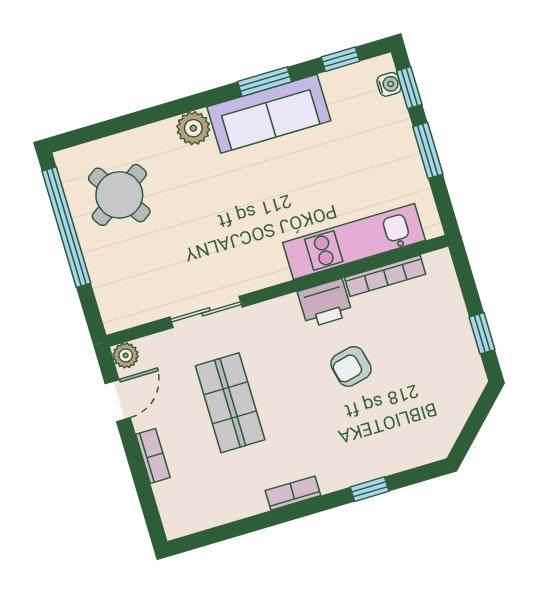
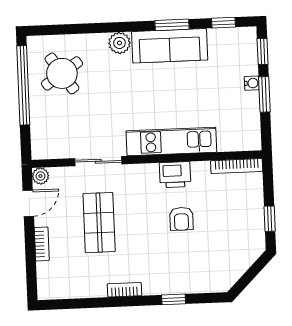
water cooler: (389, 84) -> (252, 83), moved
kitchen unit: (354, 241) -> (171, 142), moved
bookcase: (385, 276) -> (237, 166), moved
armchair: (351, 366) -> (181, 219), turned -77

